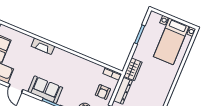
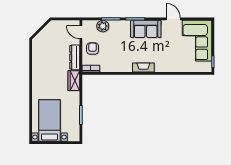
fireplace: (43, 46) -> (143, 68), moved

